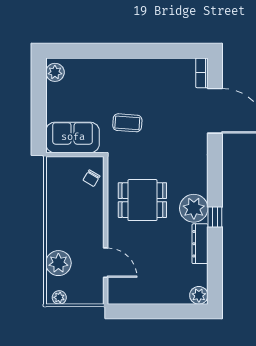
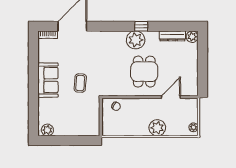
sofa: (73, 137) -> (48, 80), moved, turned 180
dining table: (142, 200) -> (144, 72), moved
dresser: (200, 244) -> (172, 36), moved
plant: (58, 263) -> (157, 128), moved

